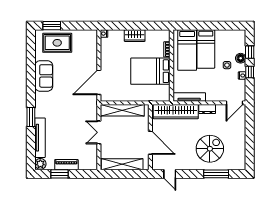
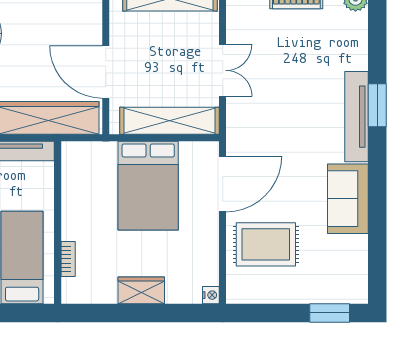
rug: (57, 43) -> (266, 244), moved
bed: (150, 71) -> (148, 186), moved, turned 90
tv unit: (40, 138) -> (356, 117), moved
door: (150, 143) -> (106, 72), moved

